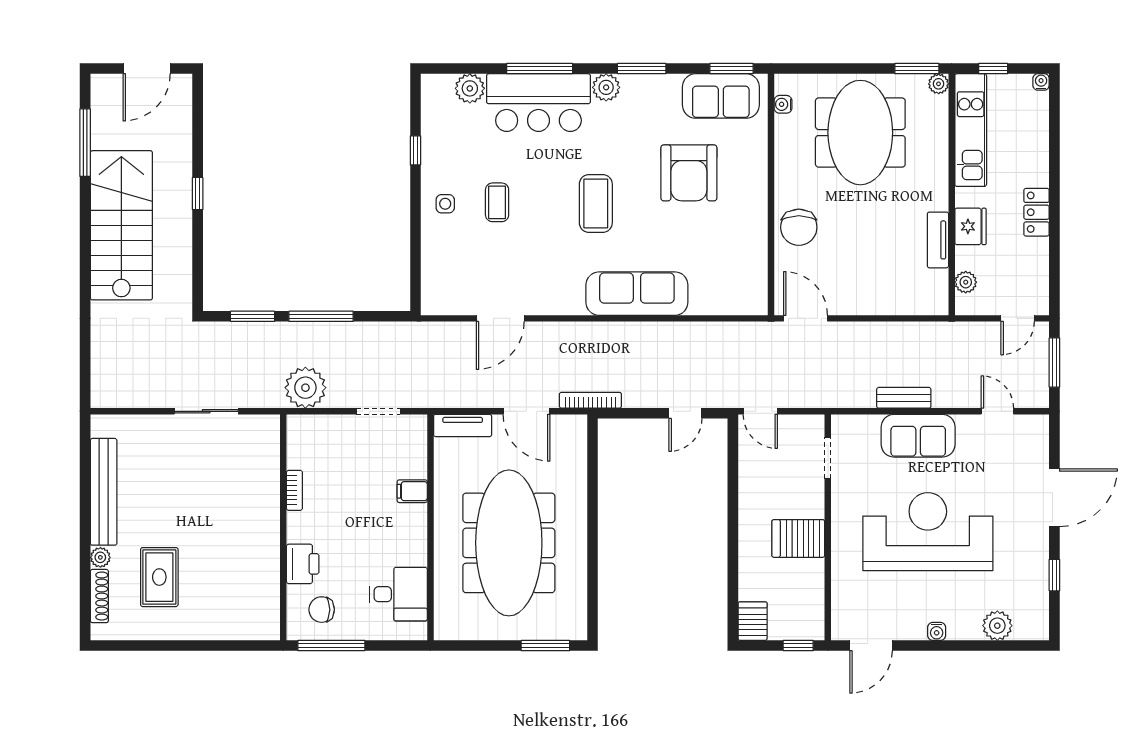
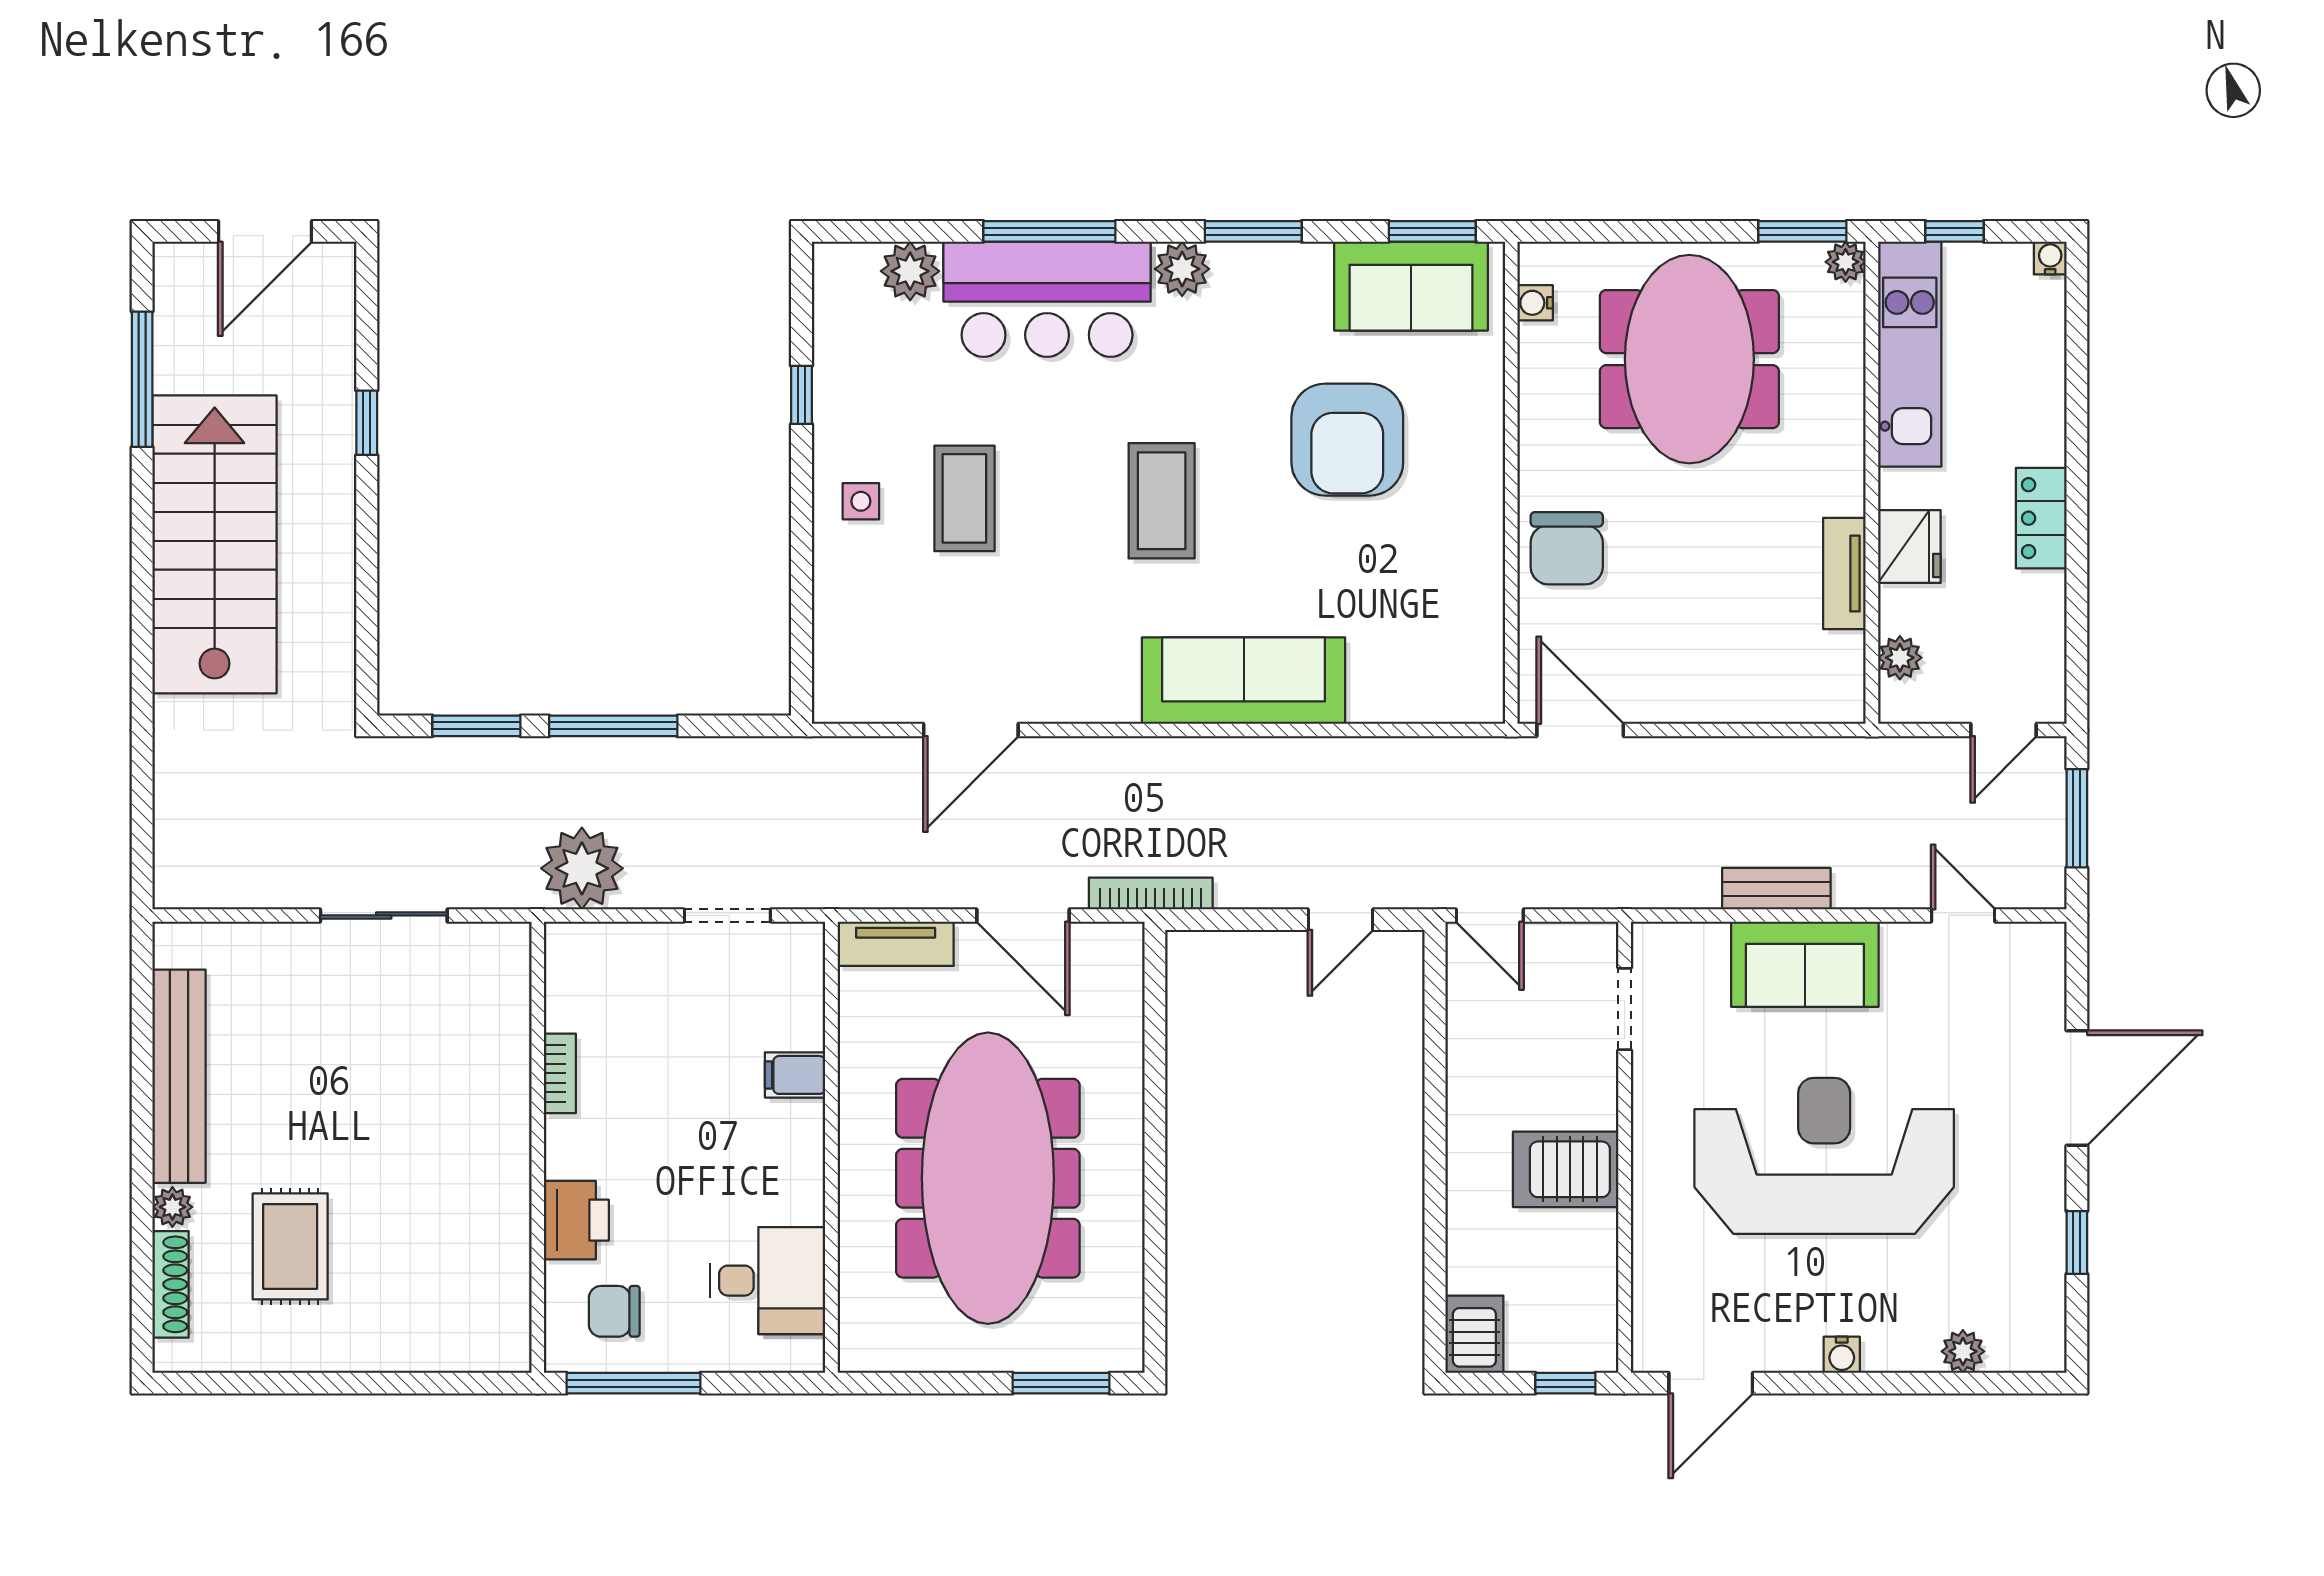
window: (198, 194) -> (367, 423), moved
coffee table: (497, 202) -> (964, 498), width x1.36, depth x1.30
plant: (997, 626) -> (1963, 1351), width x0.73, depth x0.73

